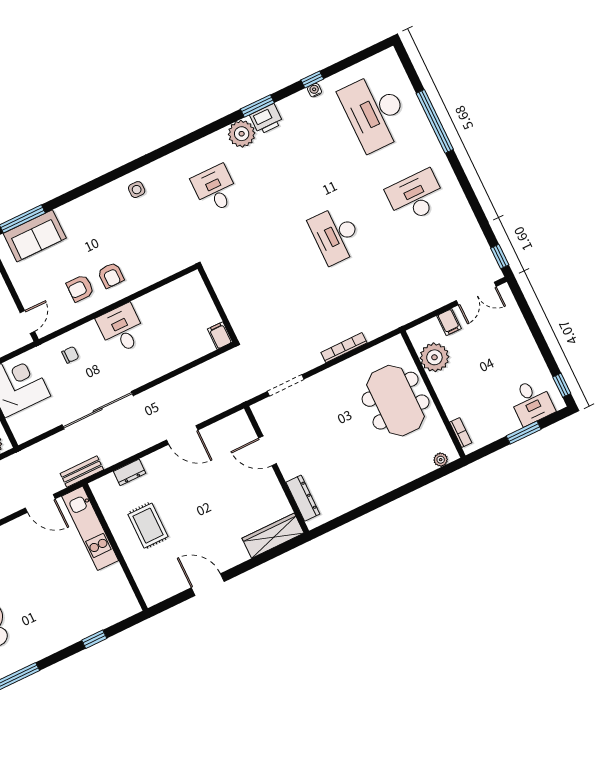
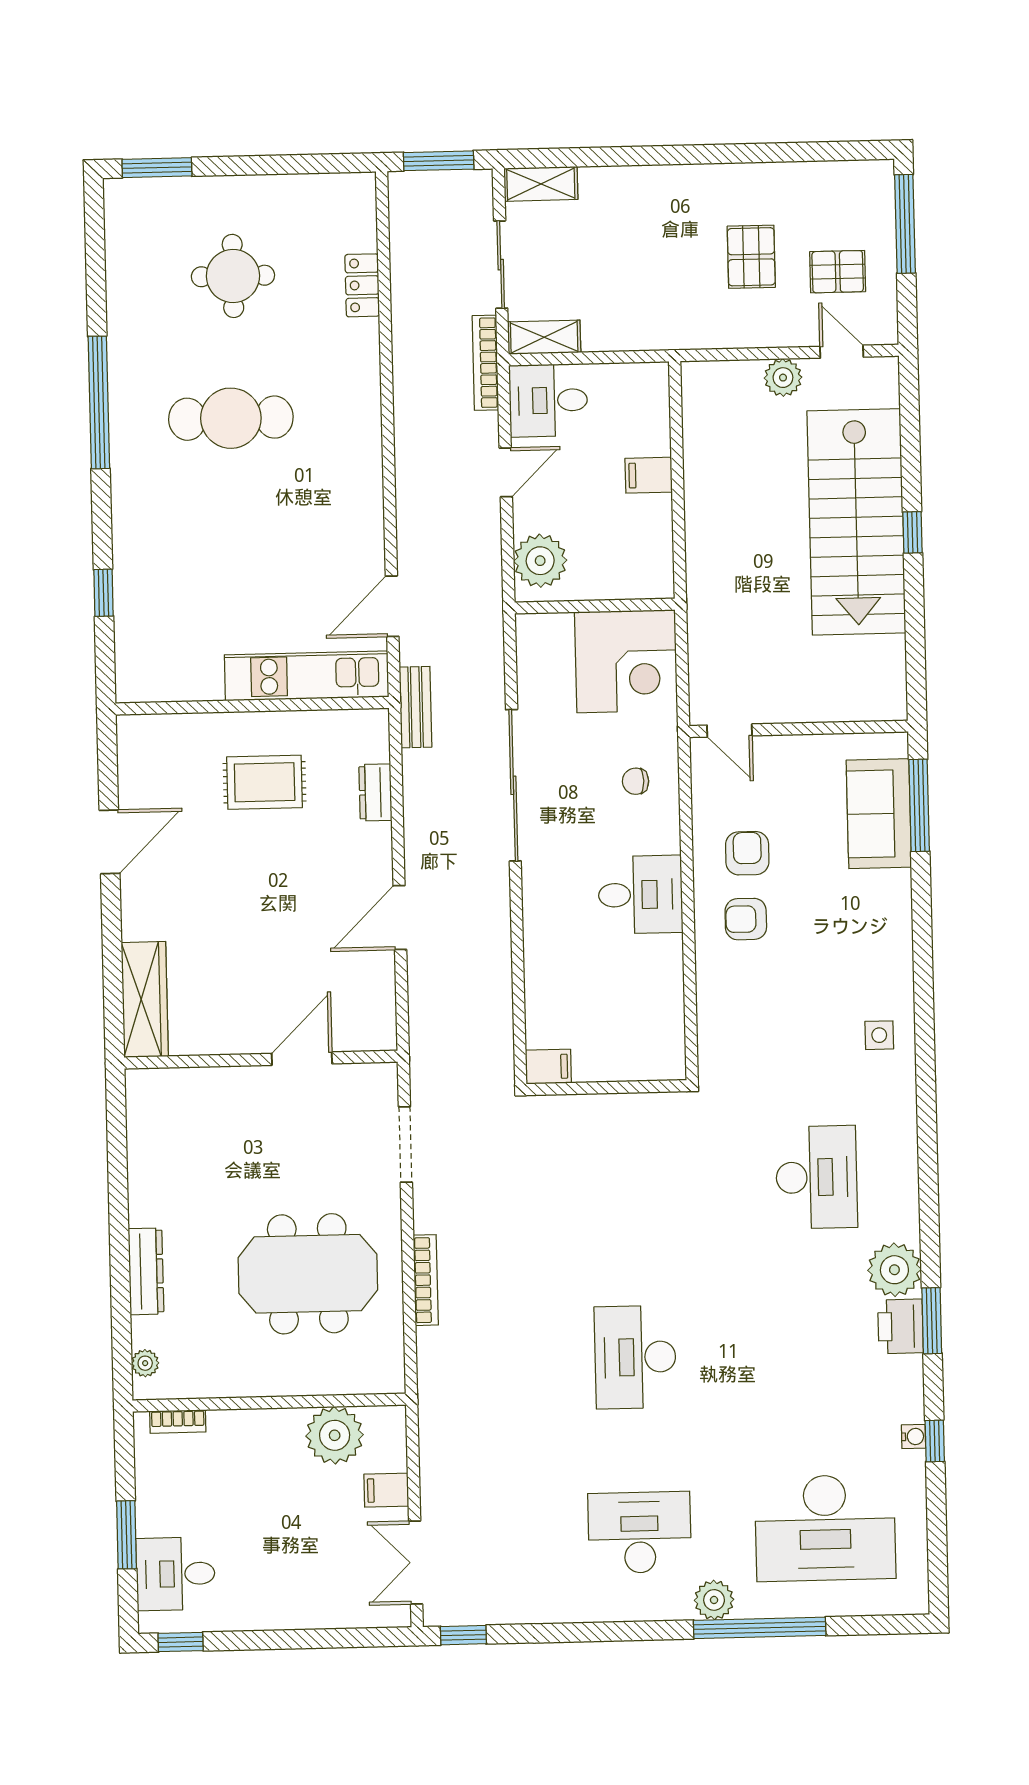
desk: (375, 112) -> (825, 1528), turned 180
plant: (431, 148) -> (714, 1600), added
desk: (215, 189) -> (817, 1177), width x1.37
desk: (416, 196) -> (640, 1532), turned -90
desk: (336, 235) -> (635, 1357), turned -90
chair: (70, 355) -> (636, 781), turned 90
meeting table: (396, 401) -> (308, 1274), moved
dresser: (303, 498) -> (146, 1271), moved, turned -90

